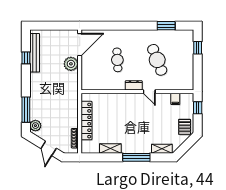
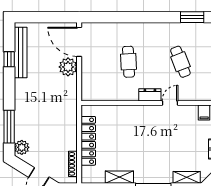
door: (80, 45) -> (79, 42), swing flipped
cafe table: (157, 60) -> (180, 62), width x0.73, depth x0.74
door: (149, 92) -> (170, 103), swing flipped

